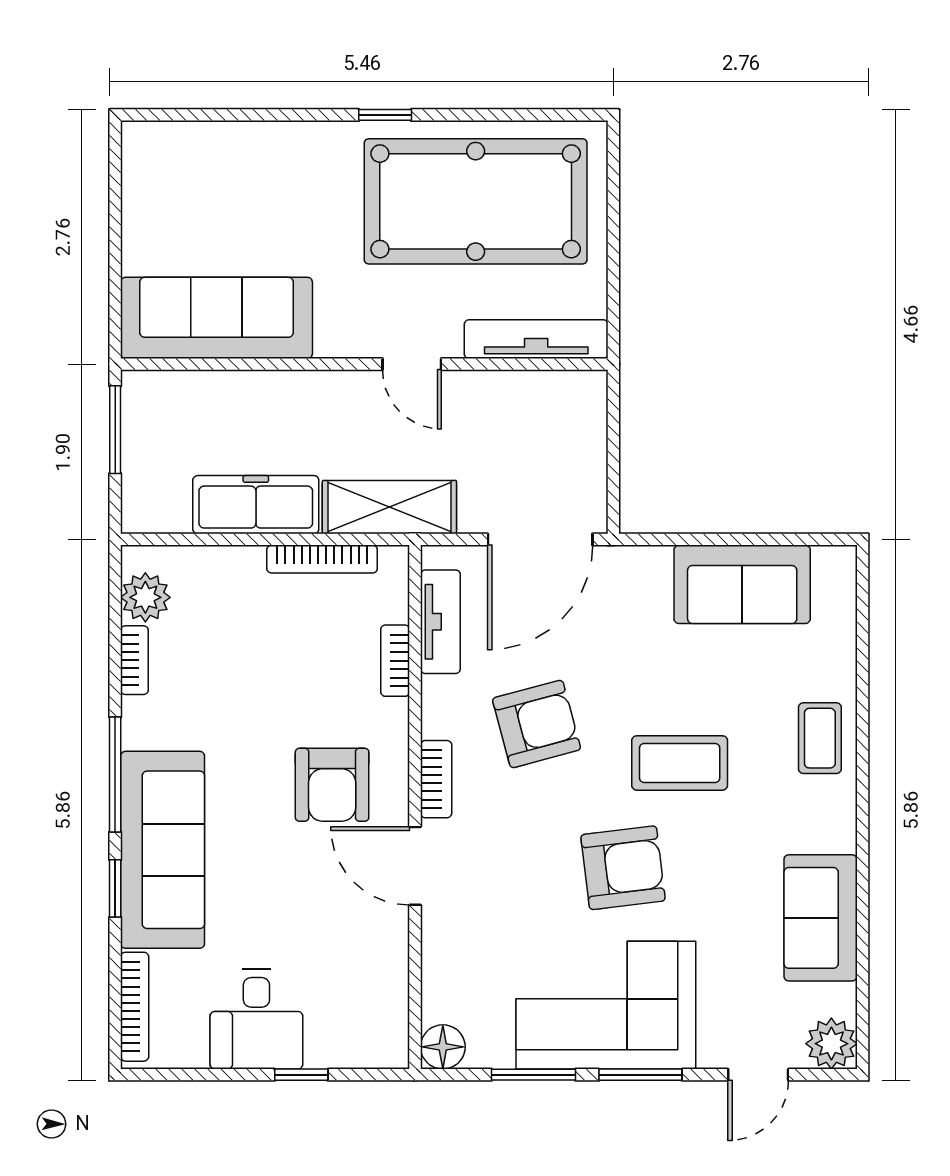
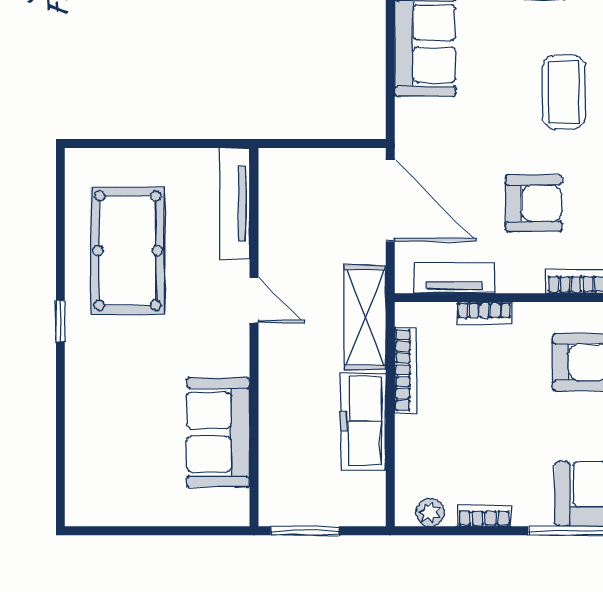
pool table: (476, 201) -> (128, 251), width x0.73, depth x0.76
sofa: (217, 318) -> (218, 432), width x0.73
door: (412, 364) -> (254, 300), hinge flipped
plant: (145, 597) -> (430, 512), width x0.73, depth x0.73
armchair: (537, 724) -> (534, 203), turned 105

